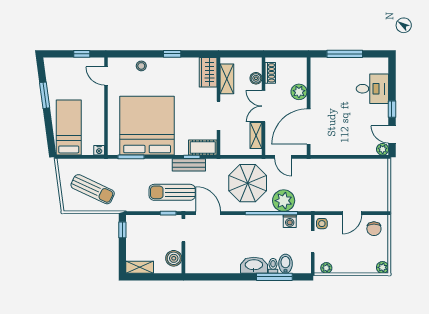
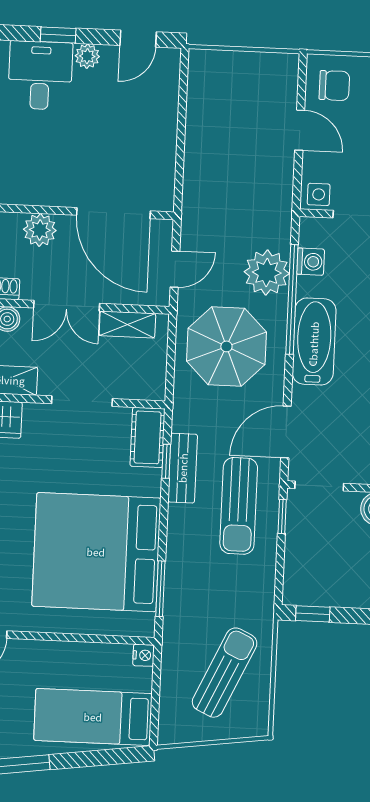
window: (392, 109) -> (58, 35), moved
plant: (383, 149) -> (87, 56), moved
bathtub: (252, 225) -> (314, 341), added

